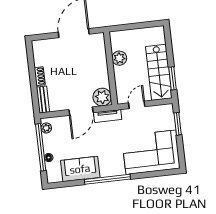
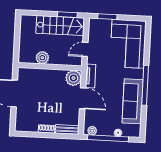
door: (137, 105) -> (85, 49), hinge flipped
sofa: (80, 169) -> (133, 101), width x1.36

